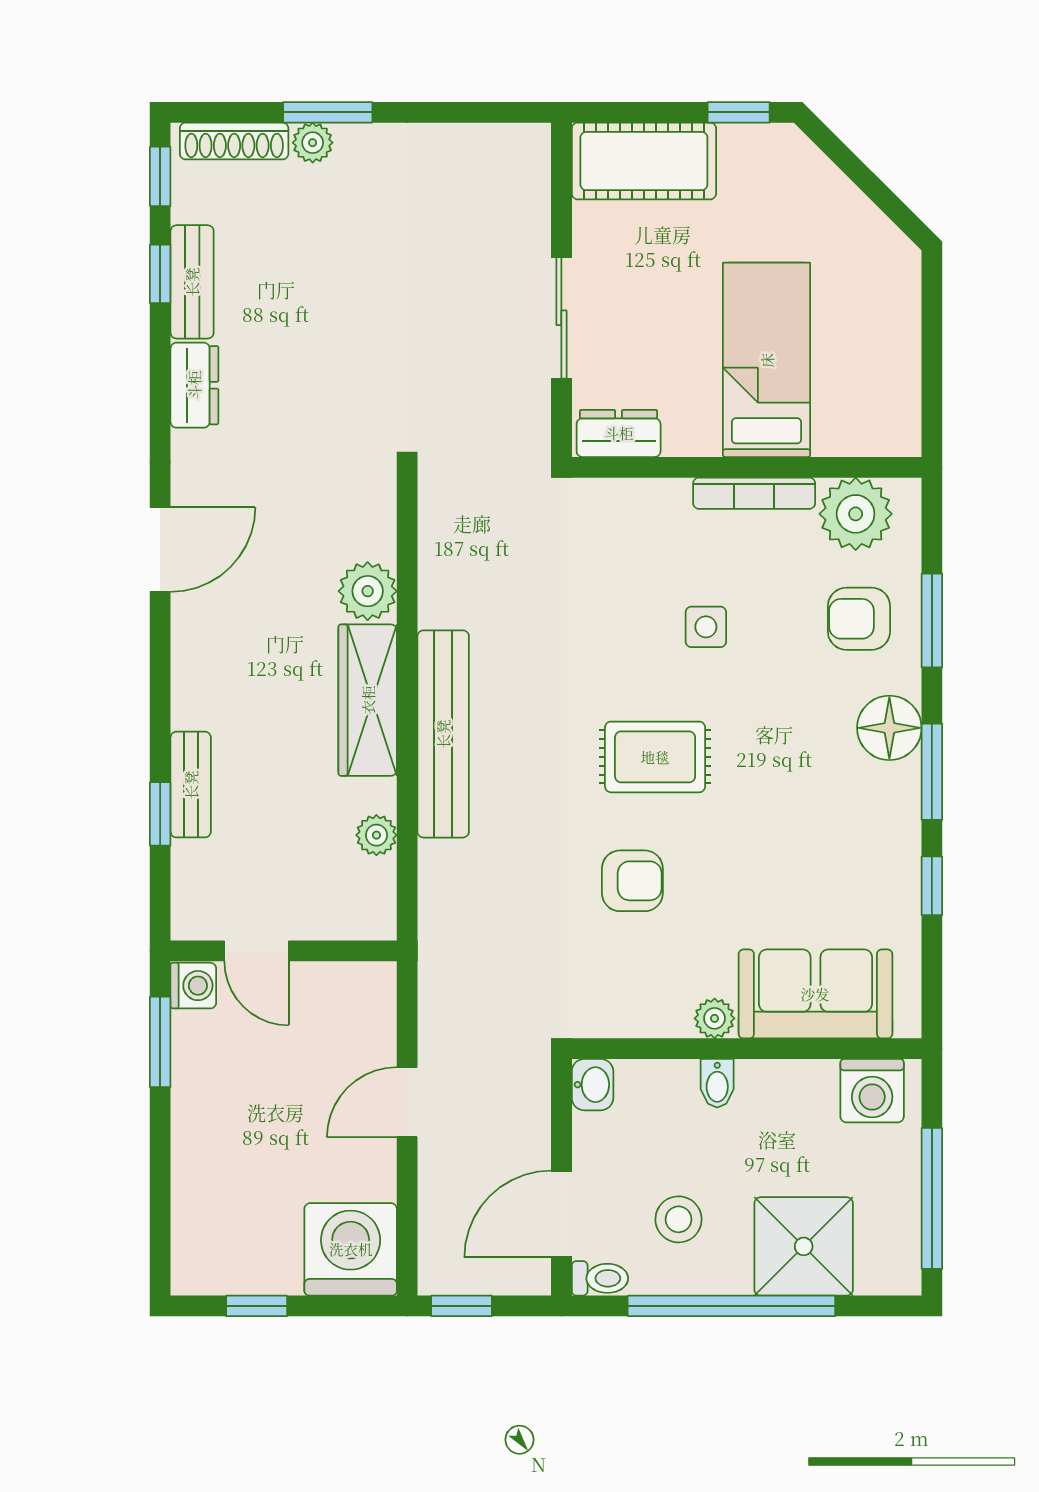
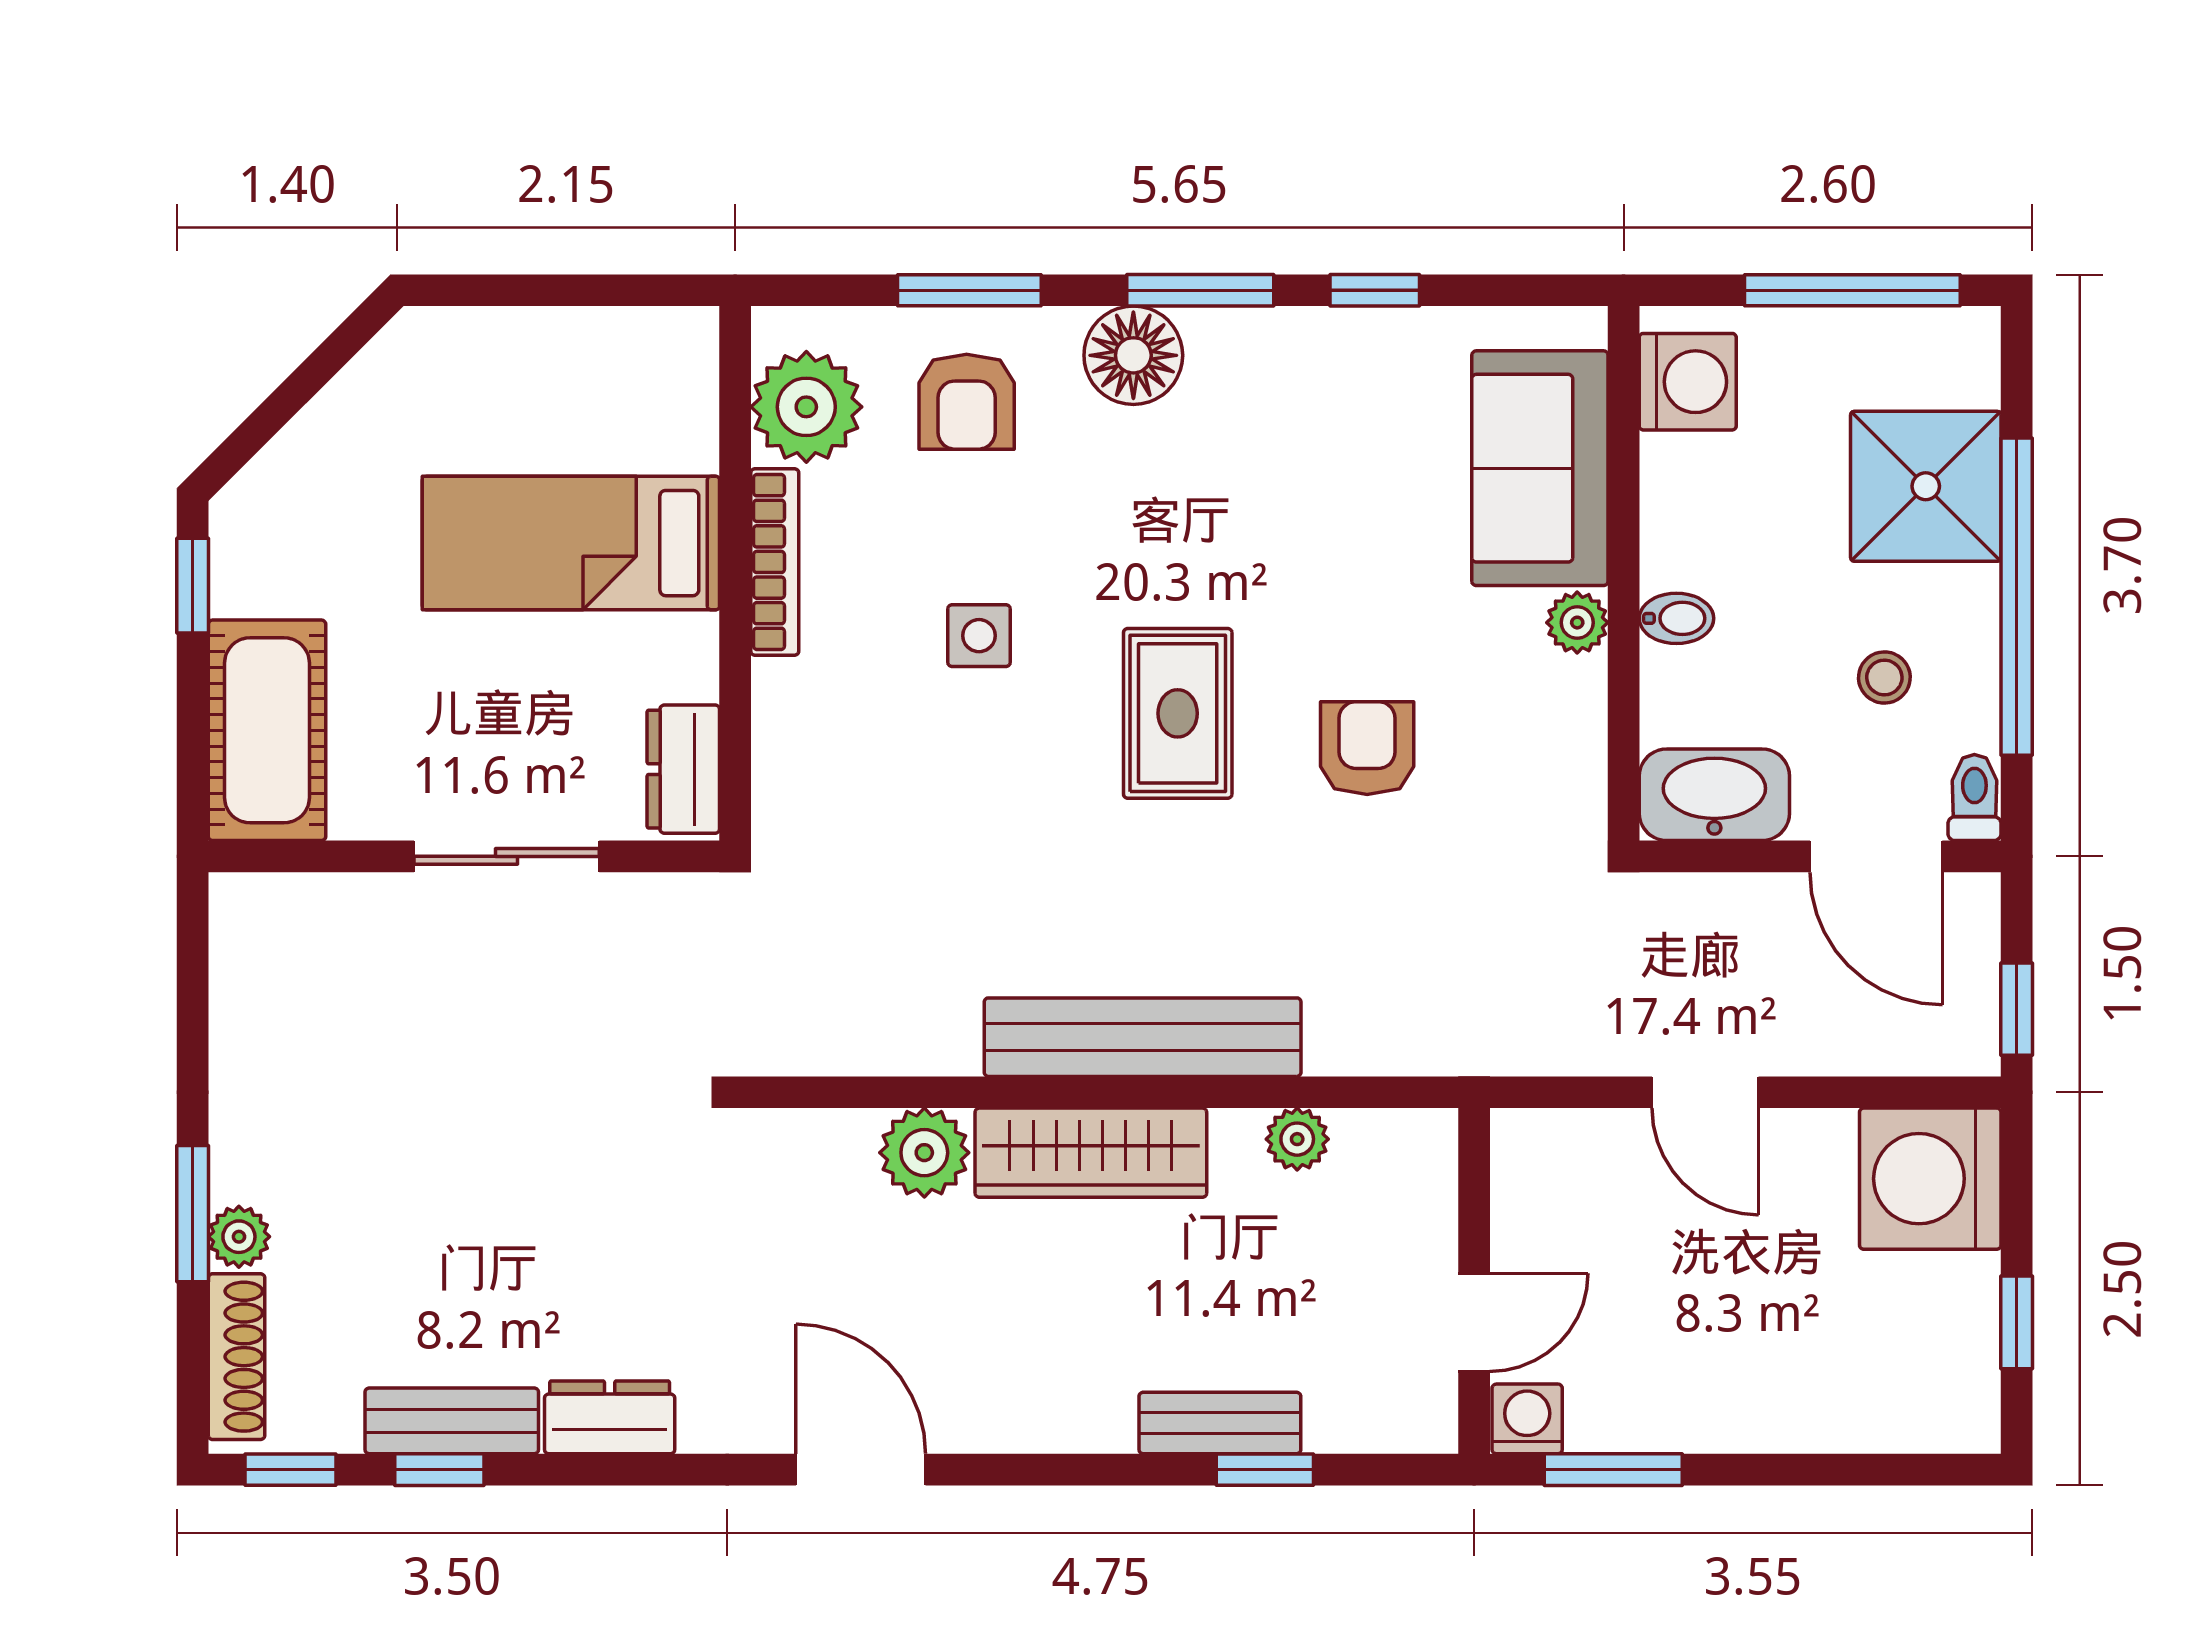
washbasin: (593, 1085) -> (1714, 795), width x1.91, depth x1.45
stool: (679, 1219) -> (1884, 677), width x0.73, depth x0.73

